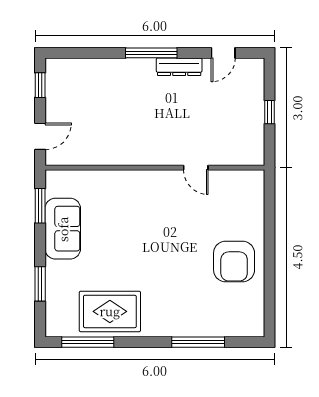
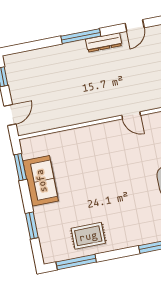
rug: (110, 311) -> (88, 236), width x0.73, depth x0.70

